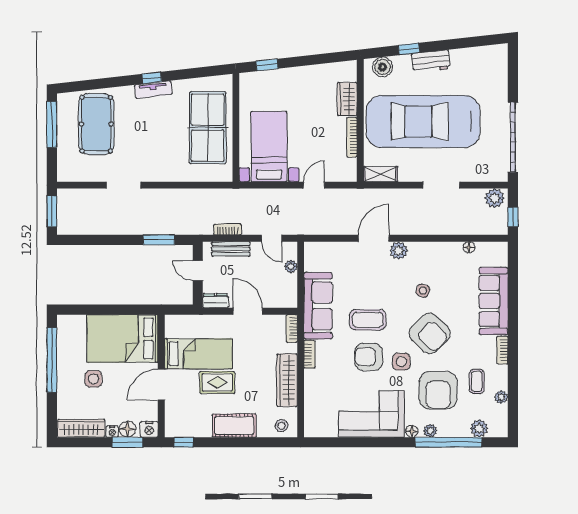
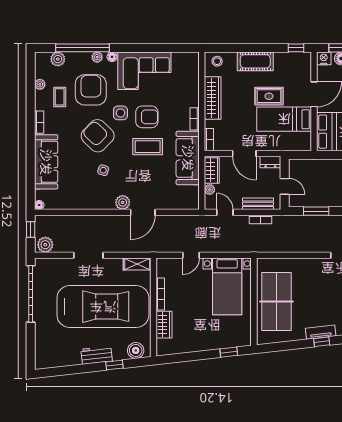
floor lamp: (469, 247) -> (39, 205), moved
wardrobe: (288, 290) -> (212, 170), added

